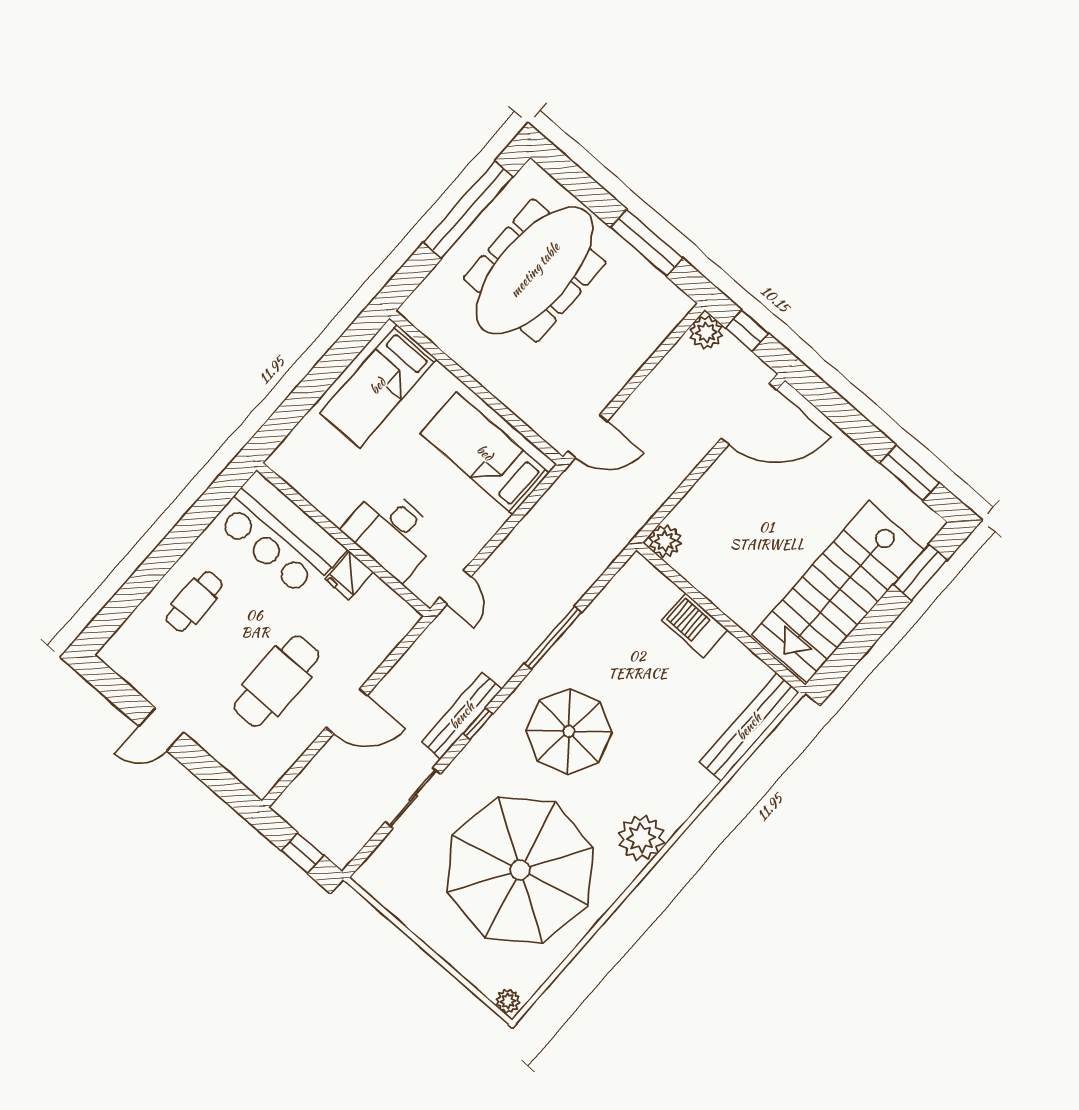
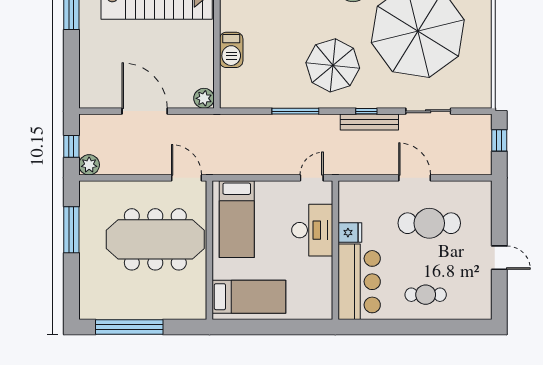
meeting table: (535, 270) -> (155, 239), moved
door: (749, 414) -> (145, 111), moved

